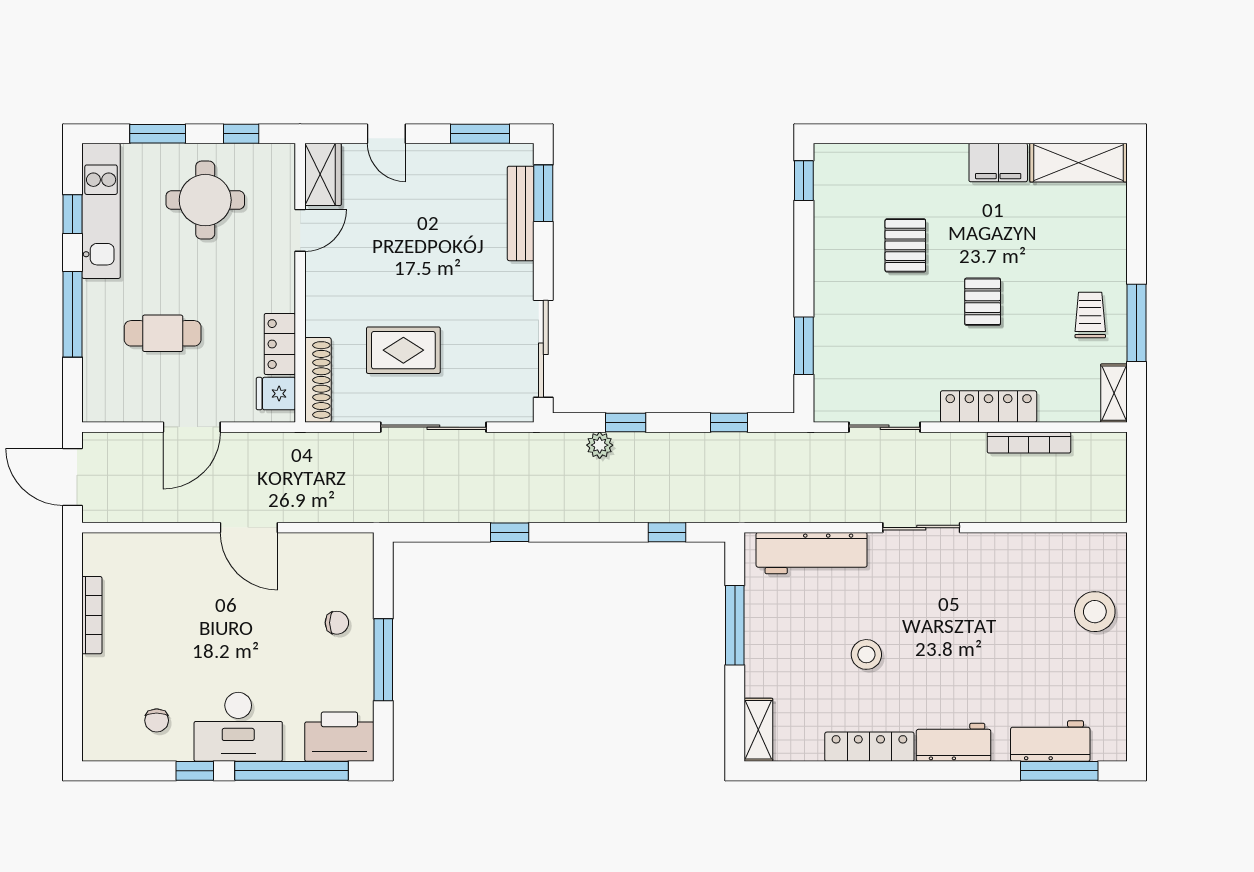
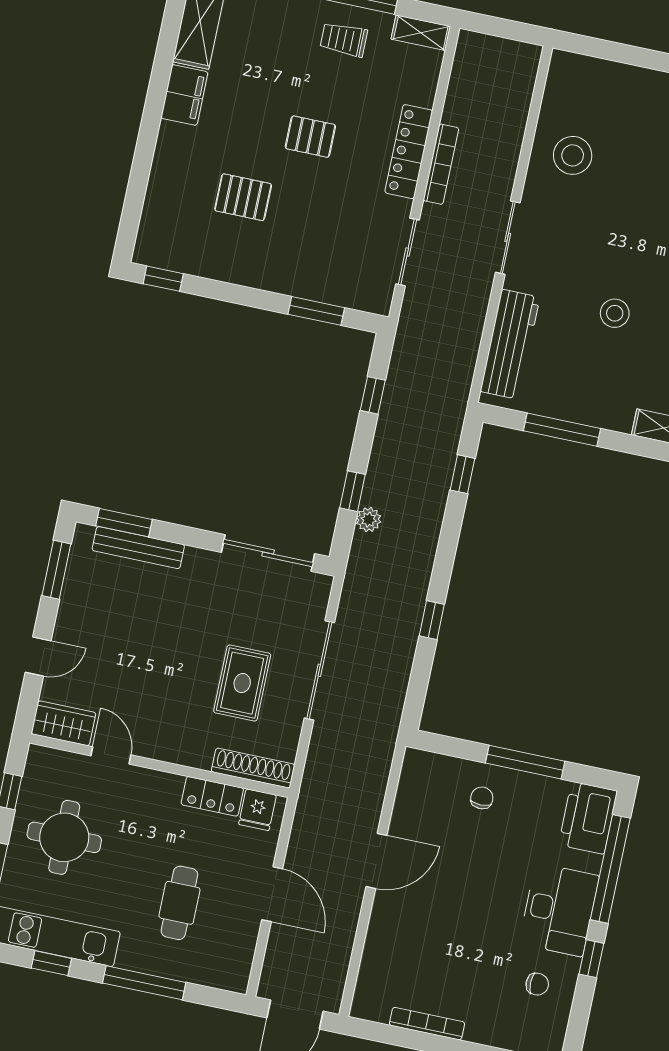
bookcase: (1029, 443) -> (441, 164), moved
stool: (1095, 612) -> (573, 155), moved

